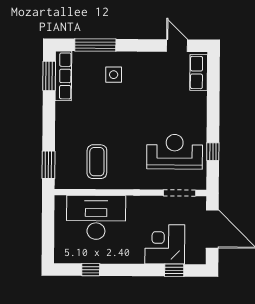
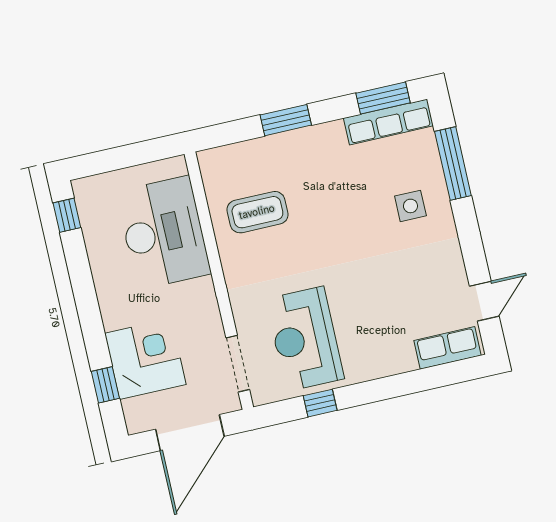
reception desk: (175, 152) -> (305, 339), turned 180
window: (48, 165) -> (286, 120), moved
window: (91, 270) -> (67, 215), moved

